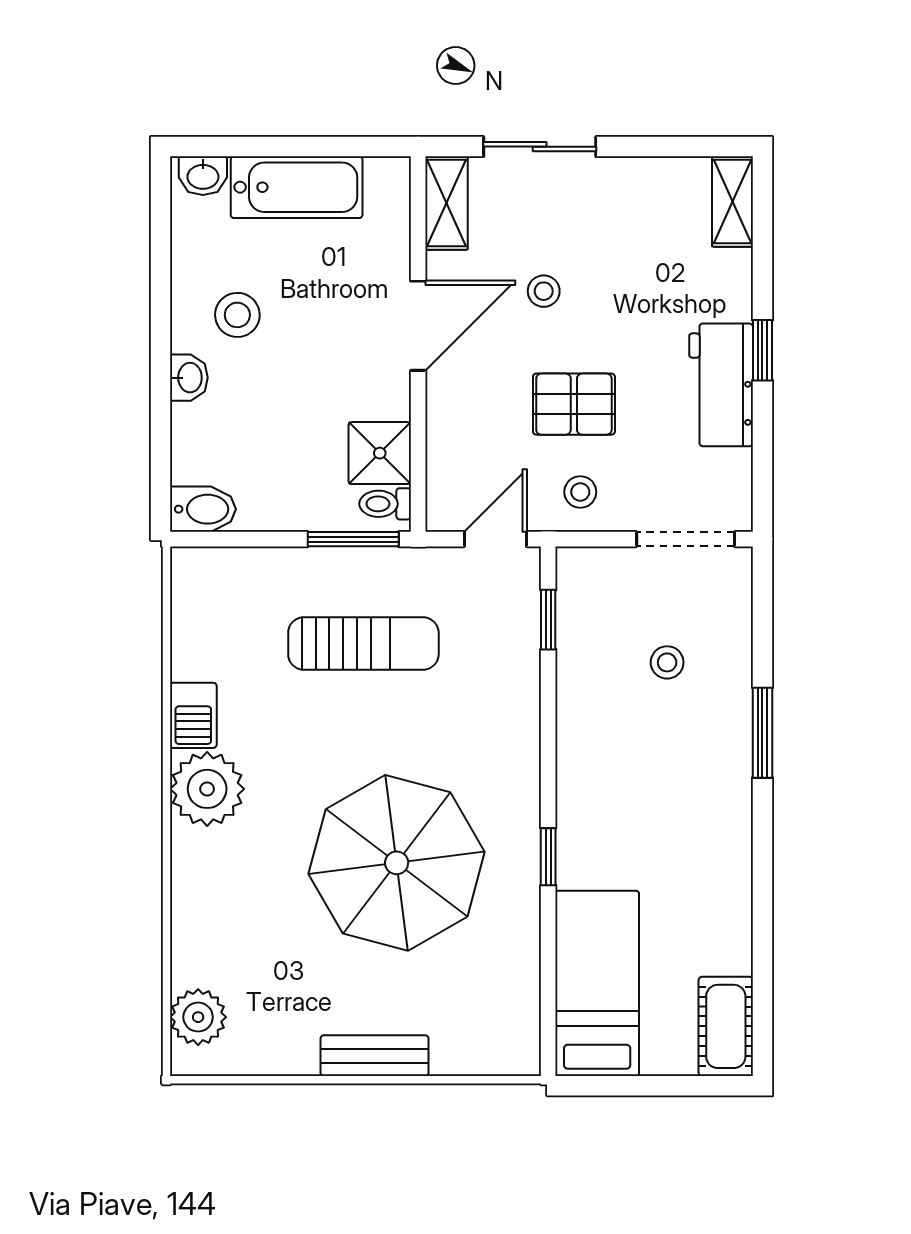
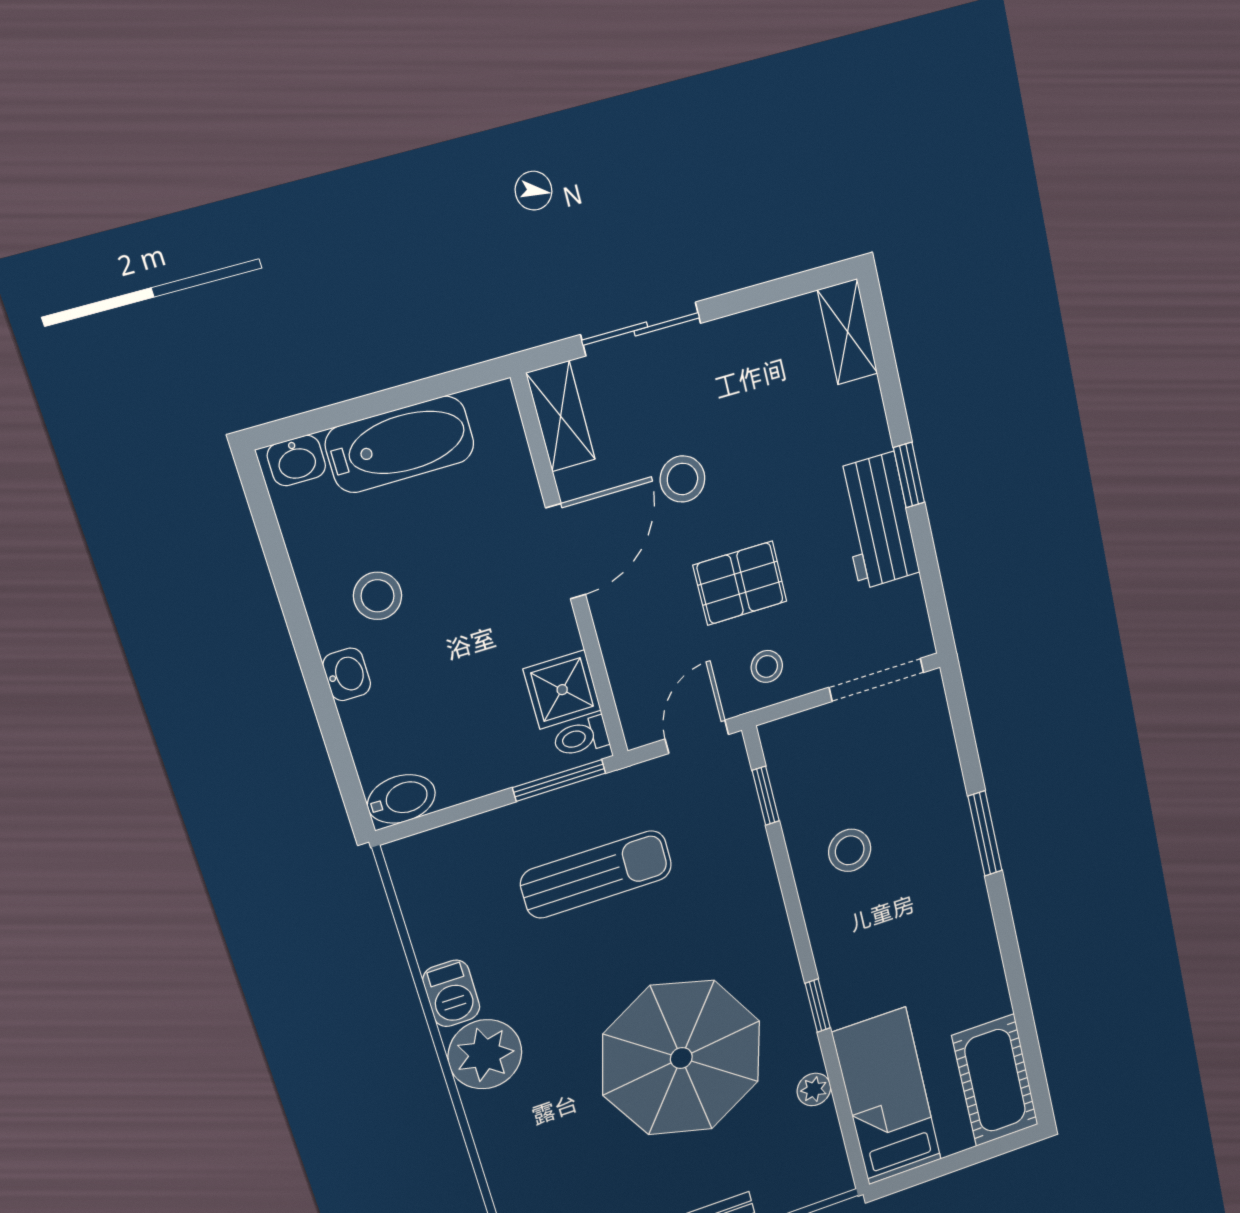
stool: (544, 291) -> (682, 479), width x1.37, depth x1.37
stool: (667, 662) -> (850, 850), moved, width x1.37, depth x1.37
plant: (523, 947) -> (814, 1089), added
cot: (726, 1026) -> (995, 1080), width x1.37, depth x1.34

